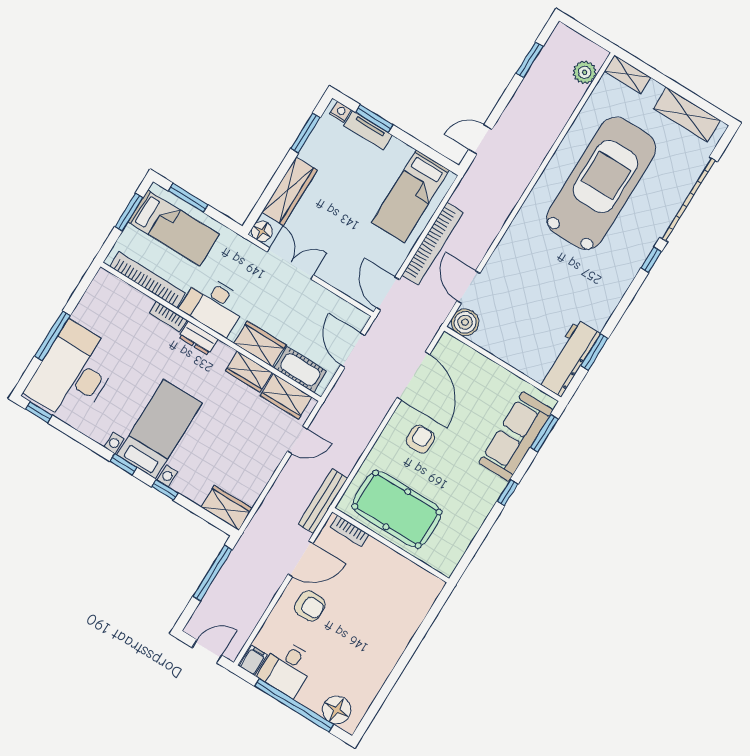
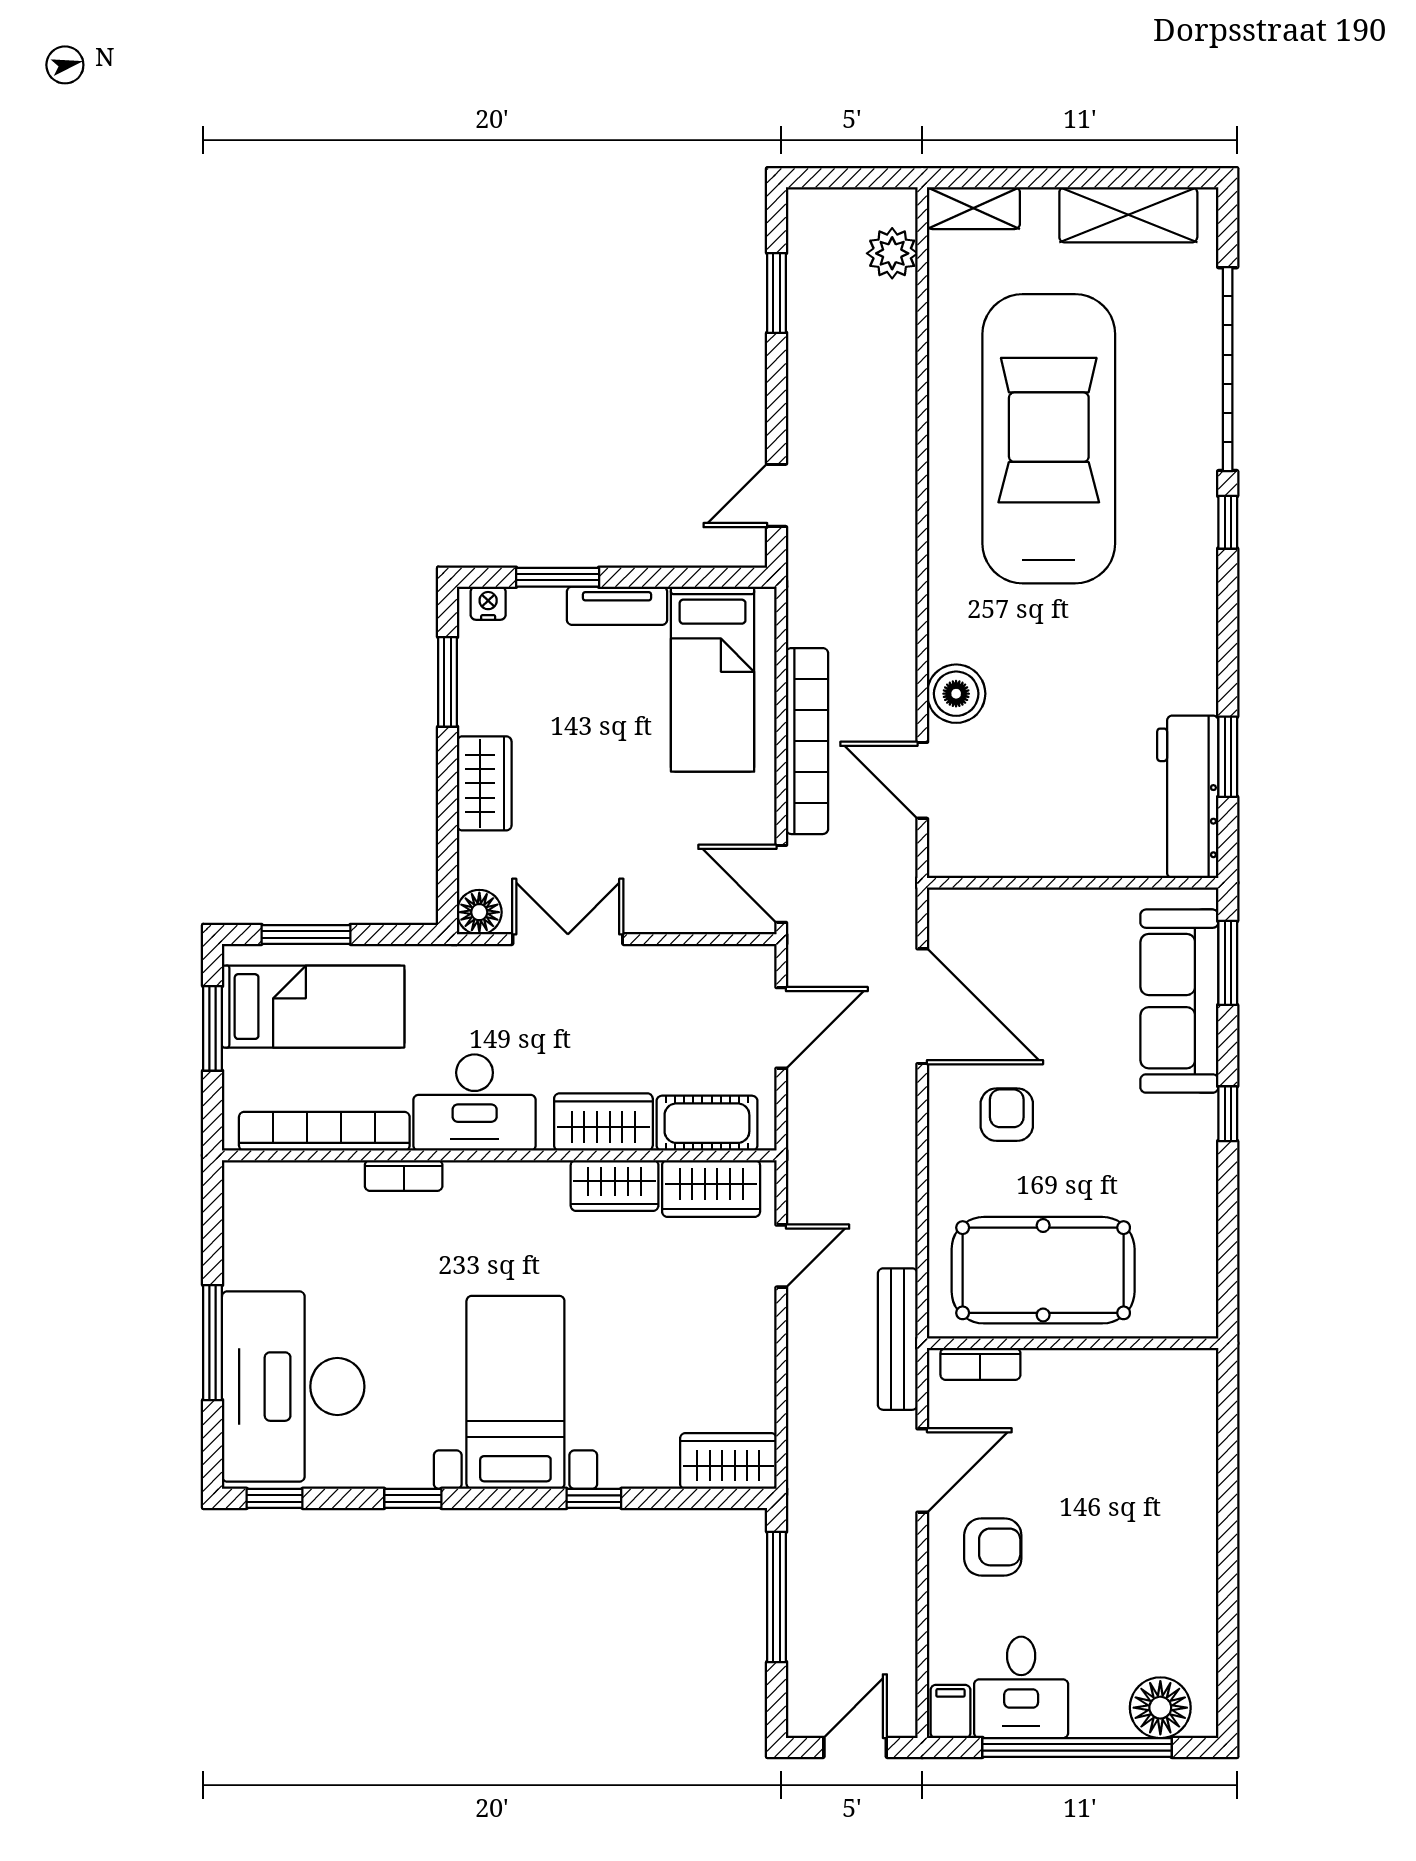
tv unit: (368, 130) -> (617, 606), moved
wardrobe: (290, 191) -> (484, 783), width x0.67
boiler: (465, 322) -> (956, 694), moved
dresser: (198, 338) -> (484, 1181), removed
door: (353, 350) -> (781, 1028), swing flipped
window: (123, 464) -> (413, 1498), moved

